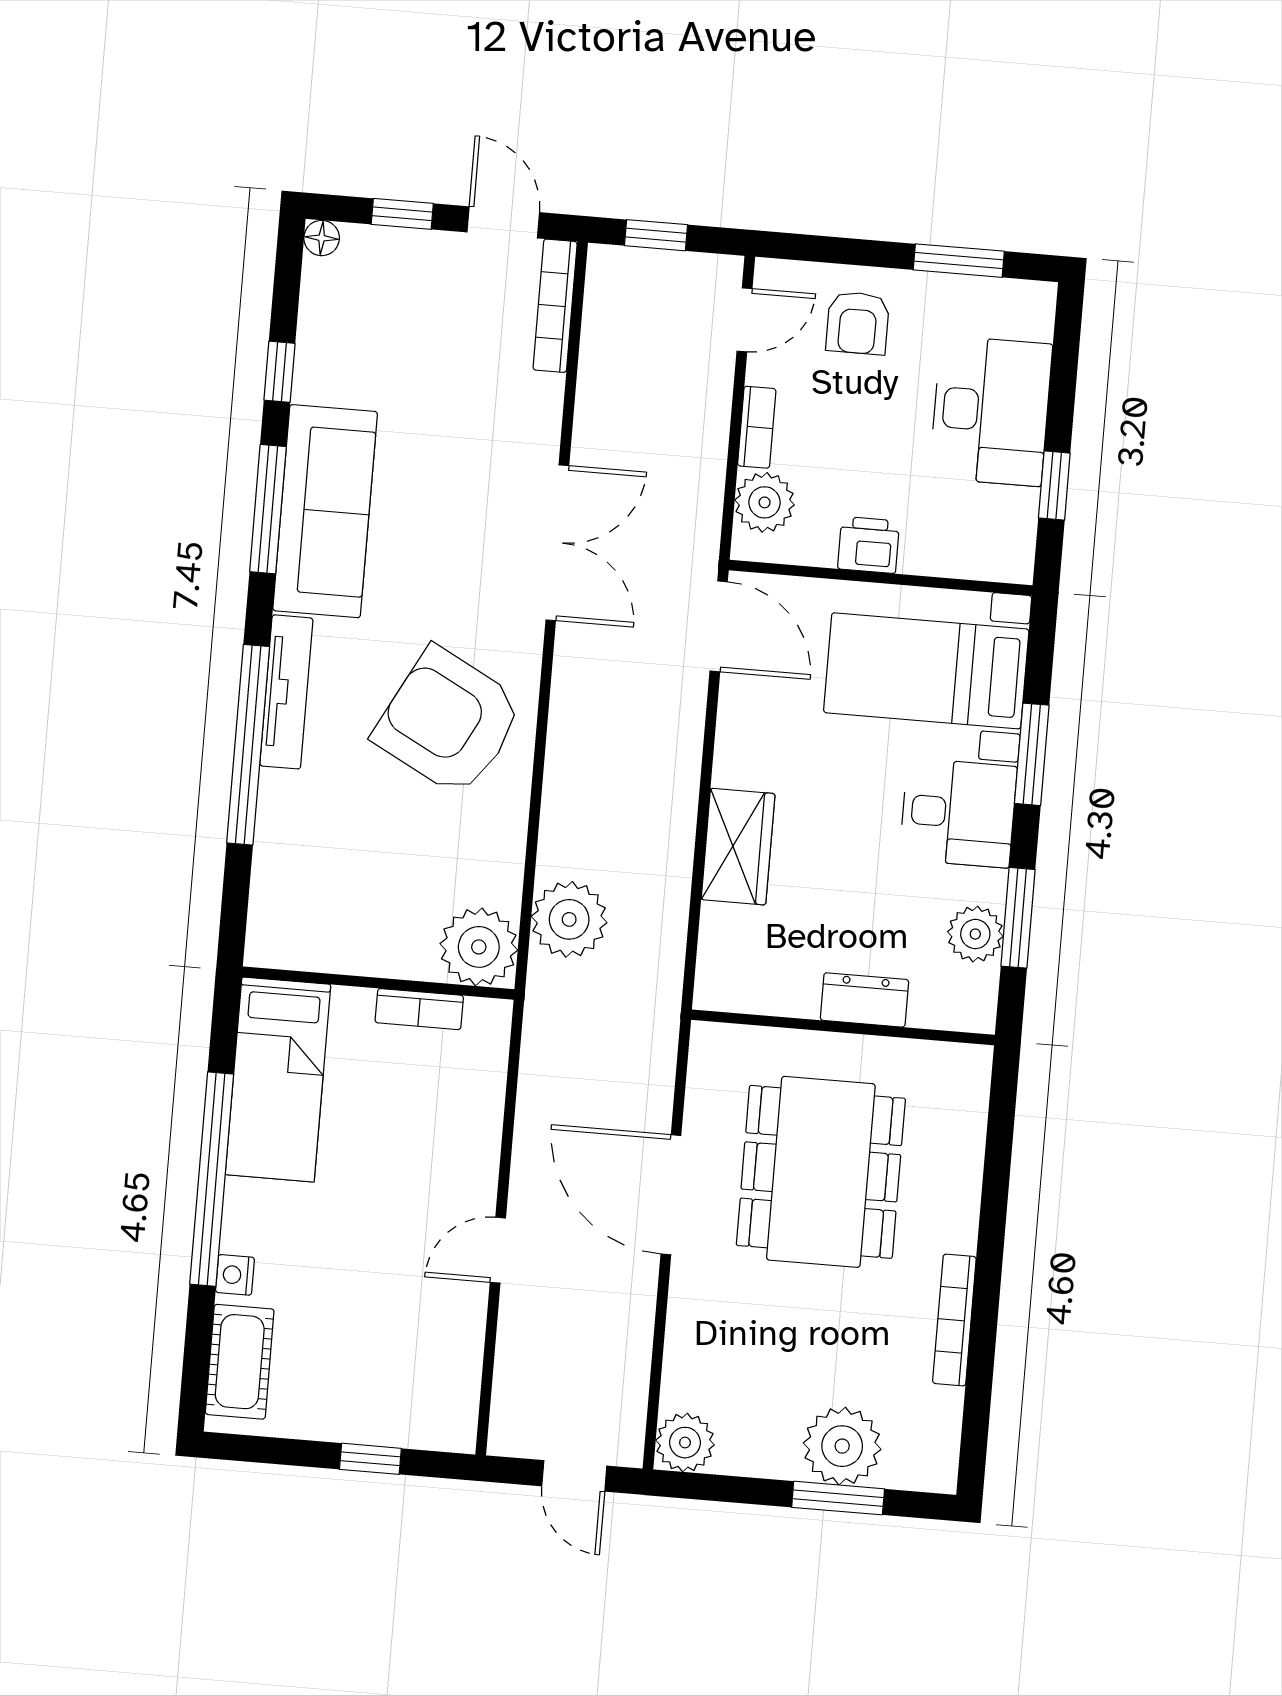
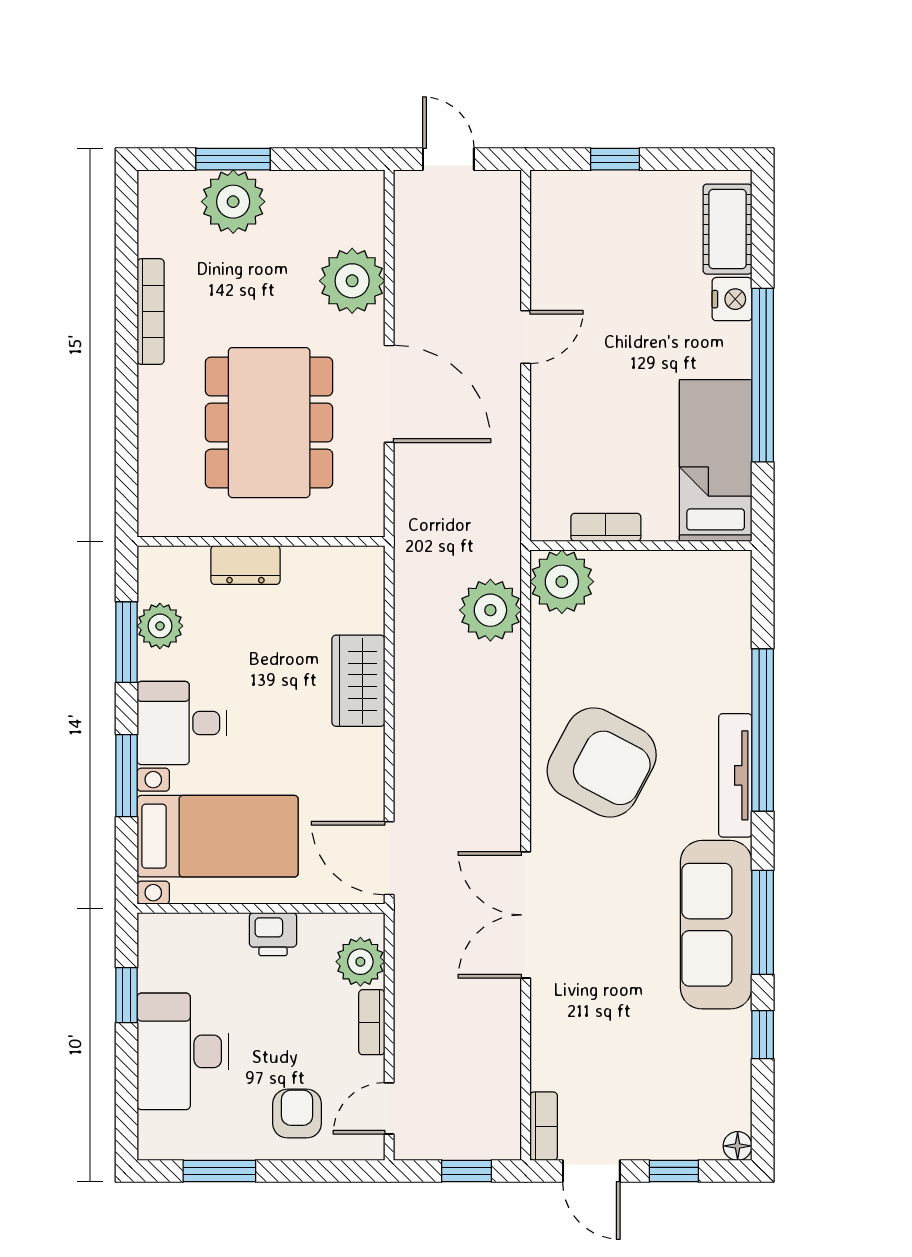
bookcase: (555, 306) -> (544, 1126), width x0.64
nightstand: (235, 1275) -> (732, 299), width x1.39, depth x1.35
plant: (685, 1443) -> (352, 281), moved, width x1.36, depth x1.36

